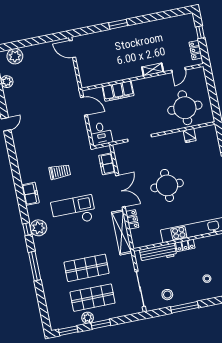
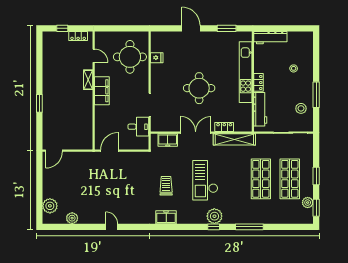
filing cabinet: (118, 91) -> (102, 91), moved
desk: (101, 134) -> (138, 127), moved
freezer: (30, 194) -> (166, 217), moved
plant: (88, 318) -> (308, 203), moved

